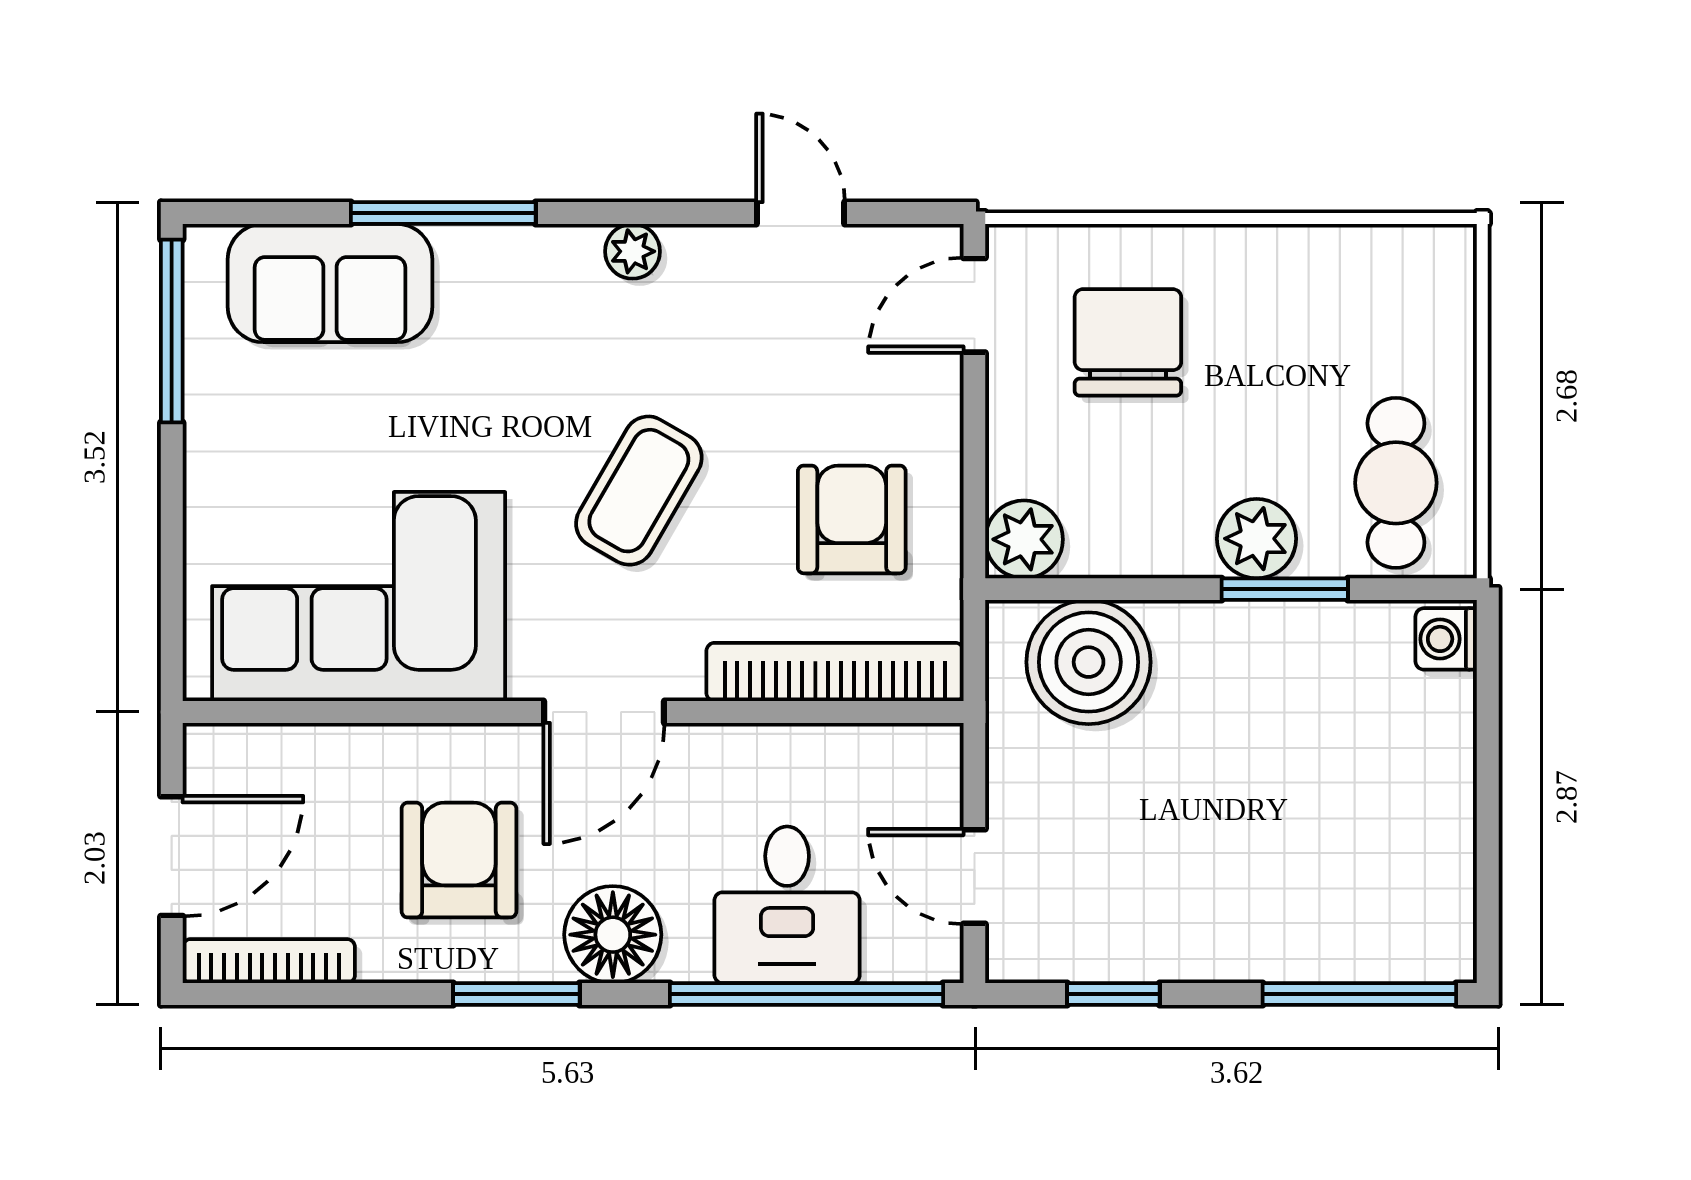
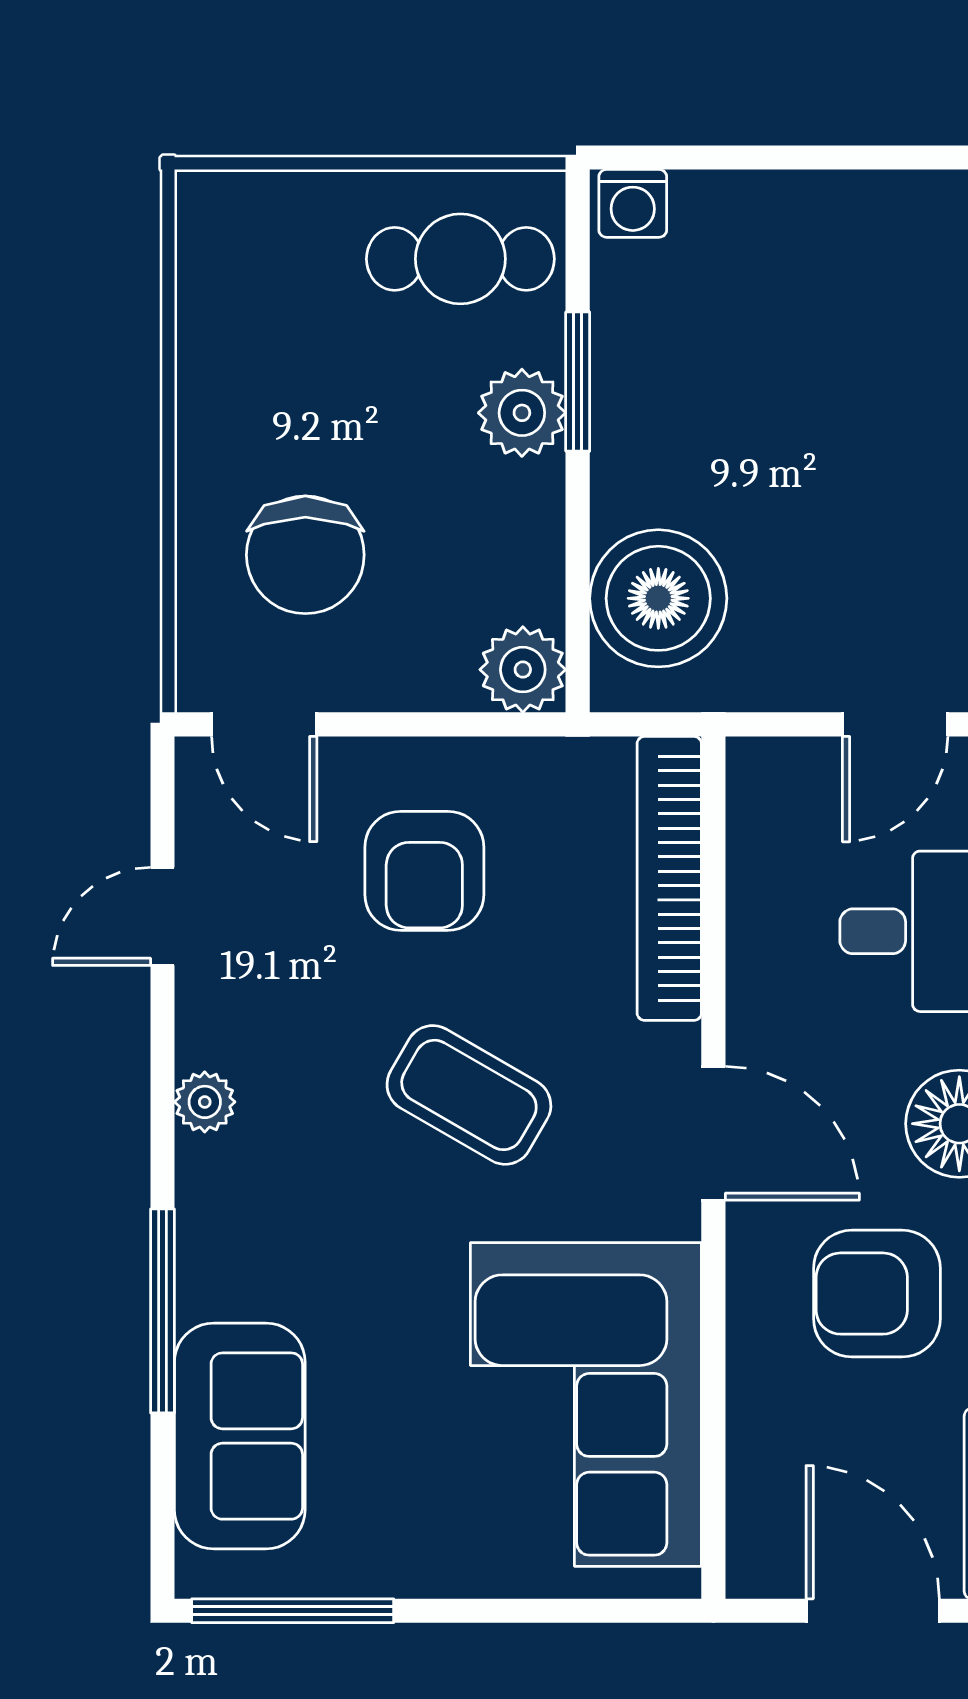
chair: (1128, 342) -> (305, 555), turned -90
armchair: (852, 519) -> (424, 871), moved, turned -90

